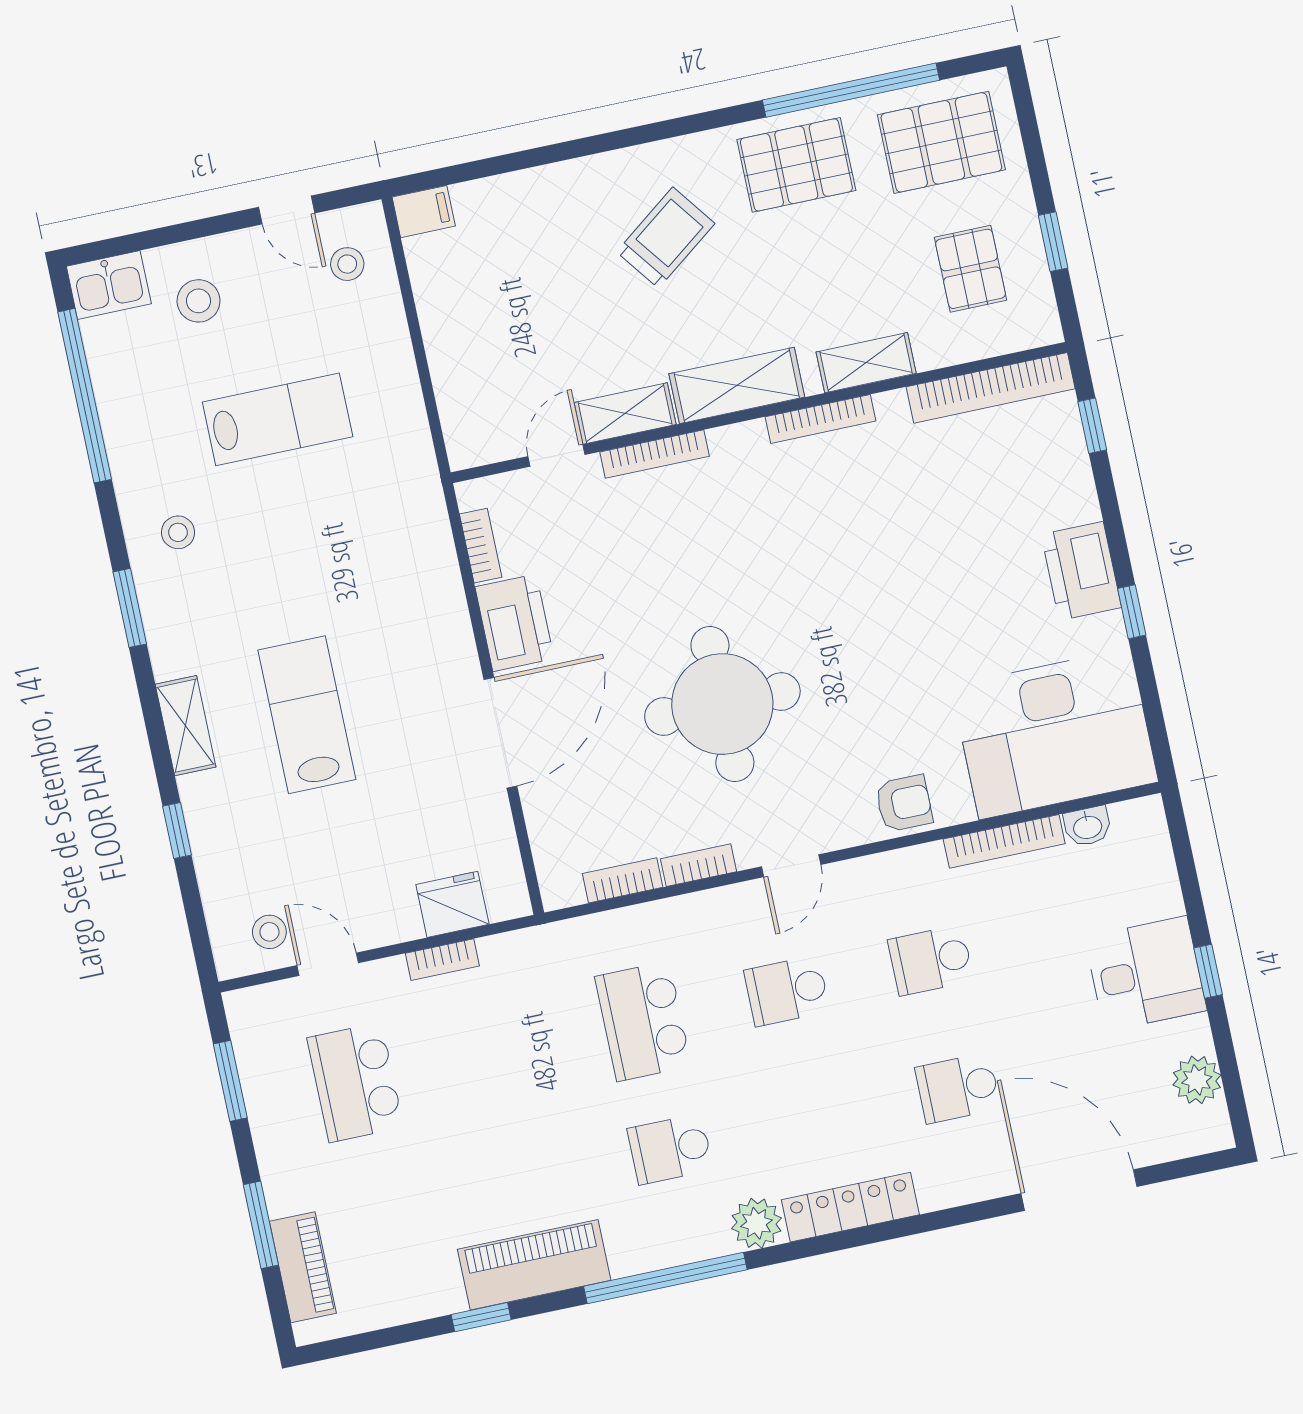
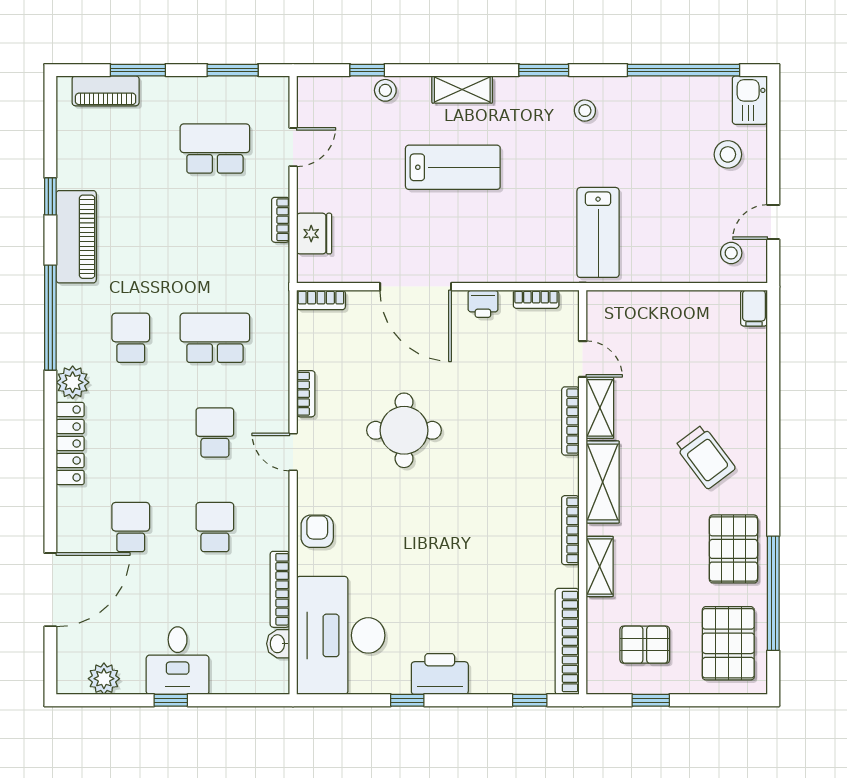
lab bench: (278, 419) -> (598, 232), moved
printer: (515, 623) -> (483, 304), width x0.53, depth x0.68
round table: (722, 704) -> (404, 430), width x0.73, depth x0.73
armchair: (904, 803) -> (317, 531), turned 180
window: (177, 831) -> (367, 70), moved
bookcase: (623, 880) -> (321, 300), moved, turned 90
stool: (269, 932) -> (385, 90), moved

